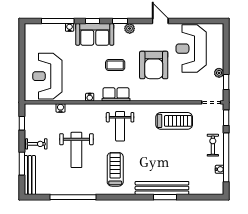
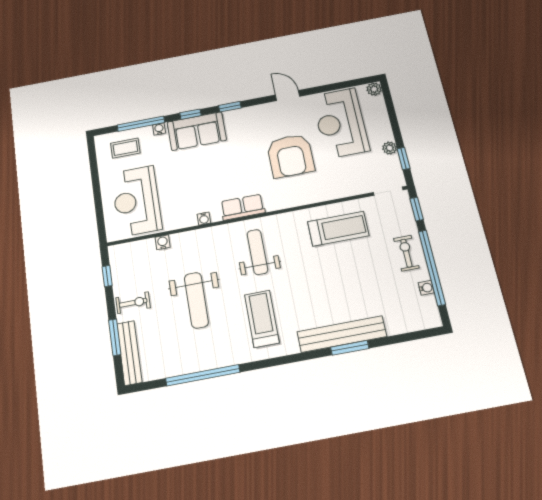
plant: (130, 29) -> (374, 89), moved
coffee table: (115, 65) -> (125, 148), moved
weight bench: (120, 126) -> (257, 252), turned 180

